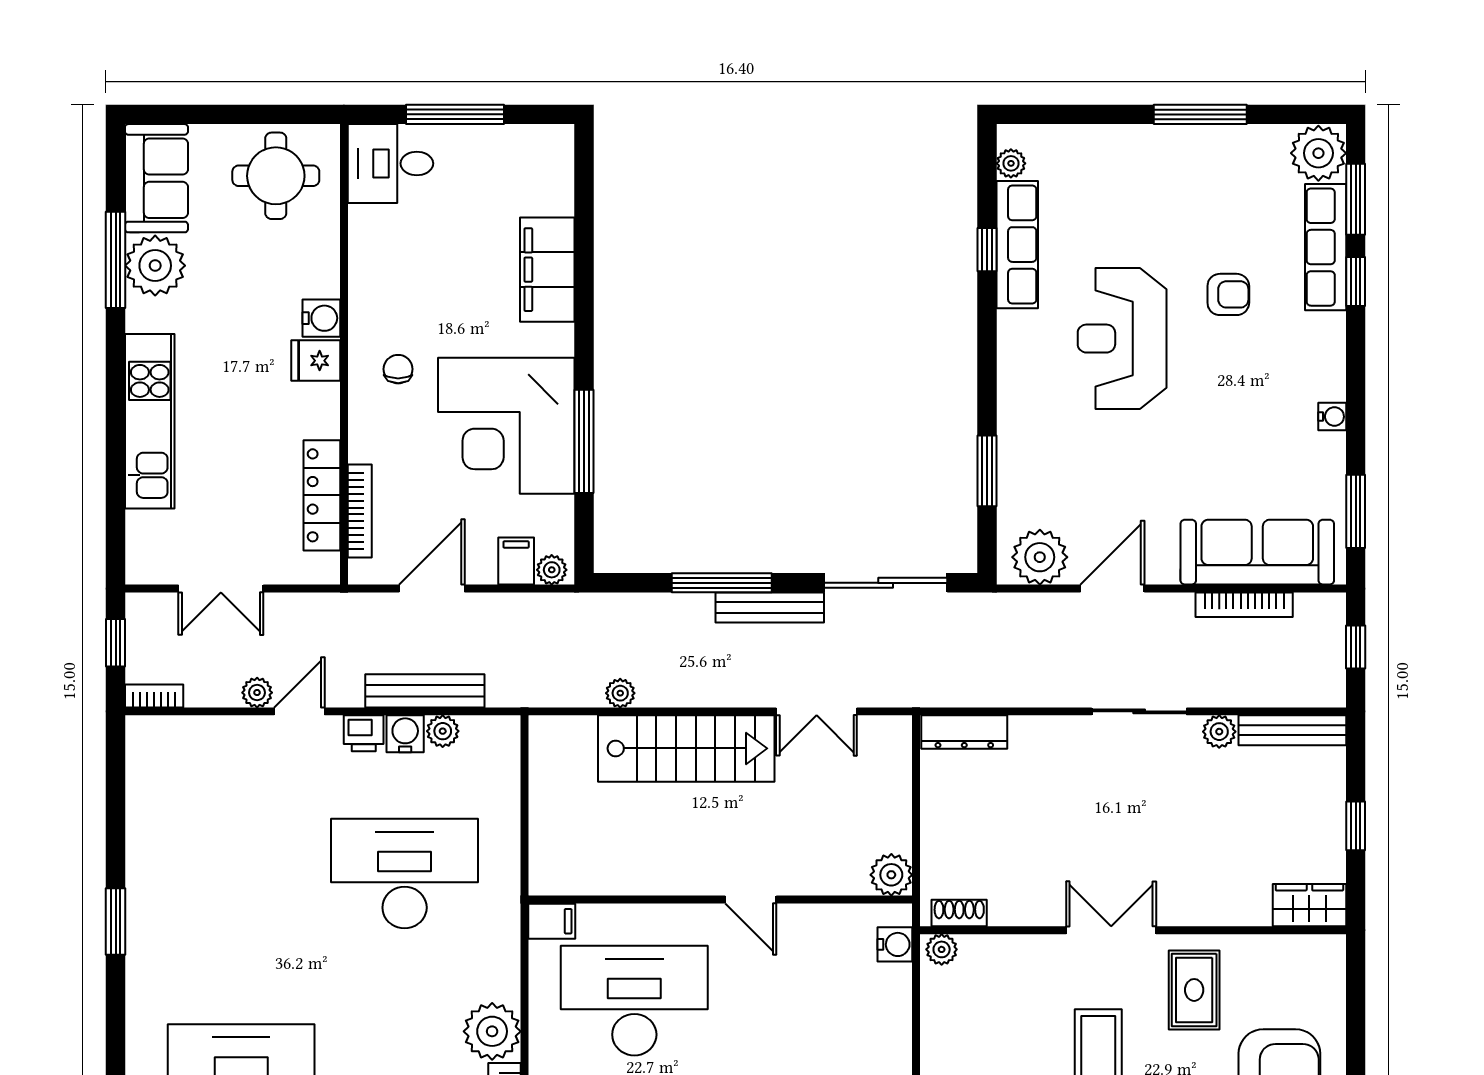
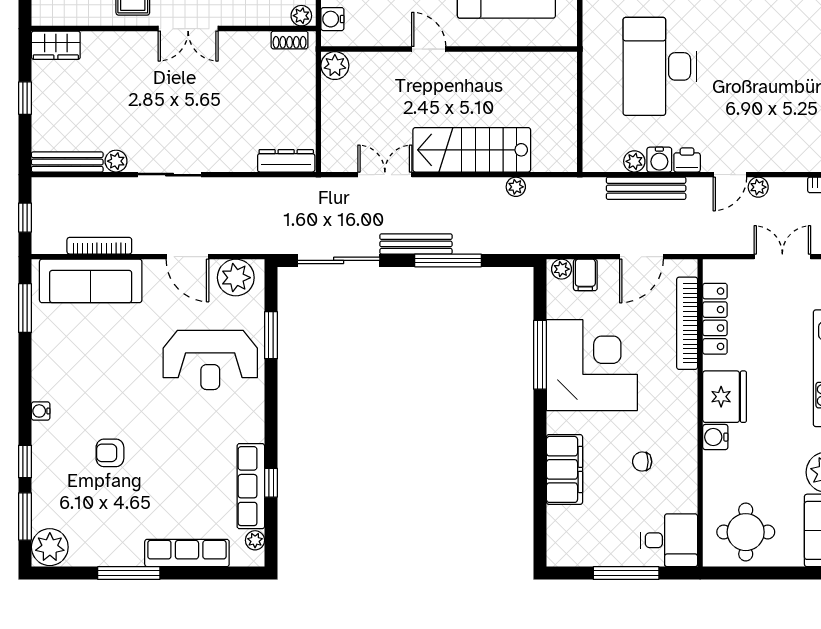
row of seats: (1326, 247) -> (187, 553), moved, turned -90
reception desk: (1122, 339) -> (210, 360), moved, turned 90
fridge: (316, 361) -> (725, 397), width x1.88, depth x1.34
chair: (398, 369) -> (642, 462), moved, turned 90
water cooler: (1332, 417) -> (41, 411), moved
bookcase: (360, 511) -> (687, 323), width x1.48, depth x1.31
door: (1112, 589) -> (187, 257), hinge flipped
desk: (405, 874) -> (660, 66), turned 90
filing cabinet: (552, 921) -> (562, 35), removed

